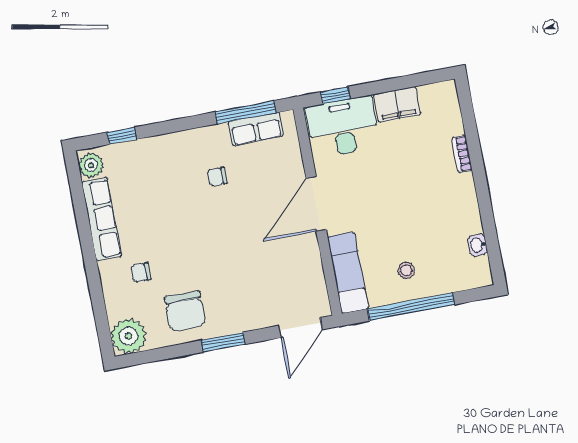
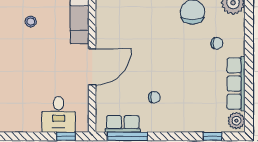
filing cabinet: (397, 104) -> (26, 123), removed
desk: (343, 127) -> (59, 114), width x0.73
stool: (406, 270) -> (31, 22), moved

